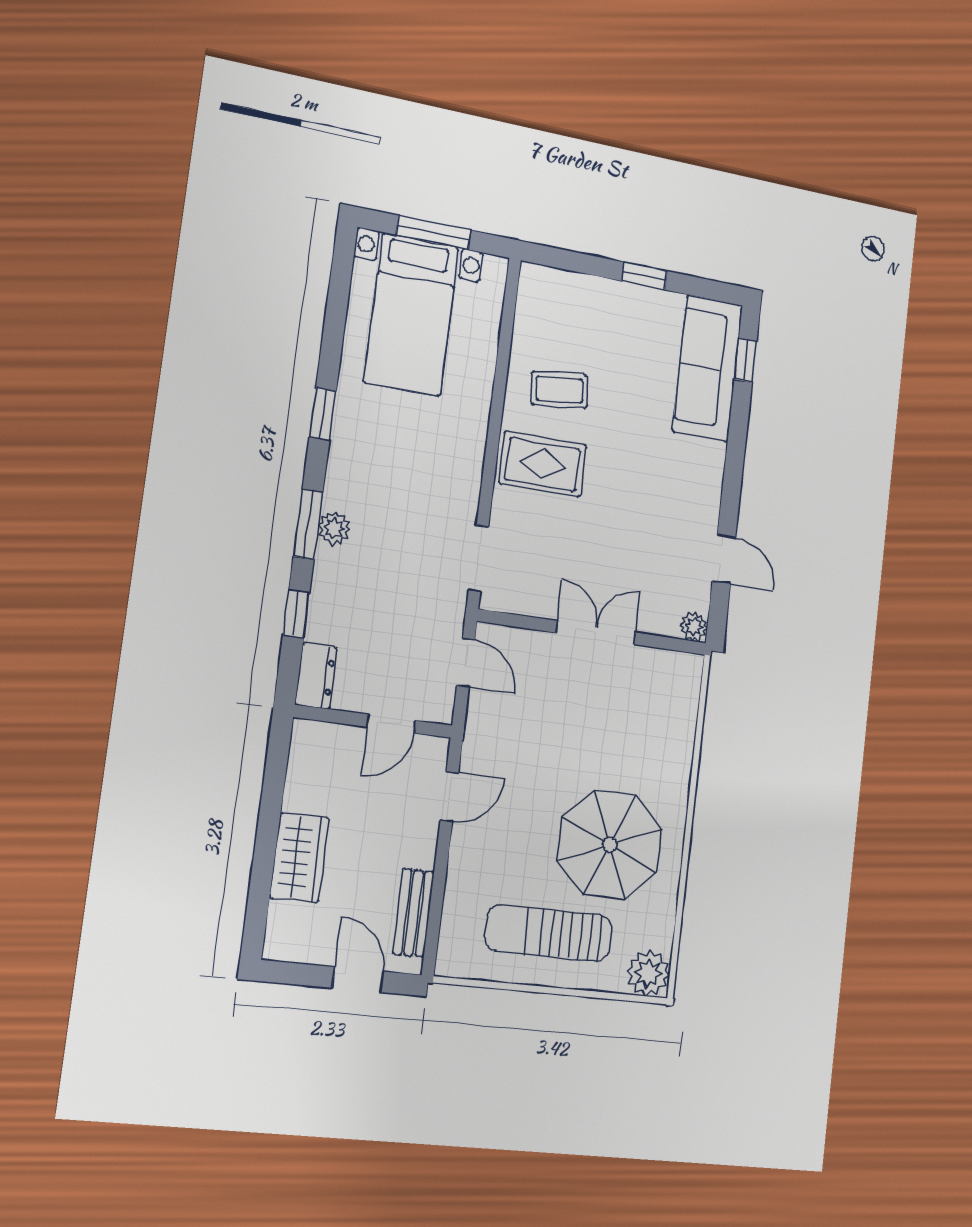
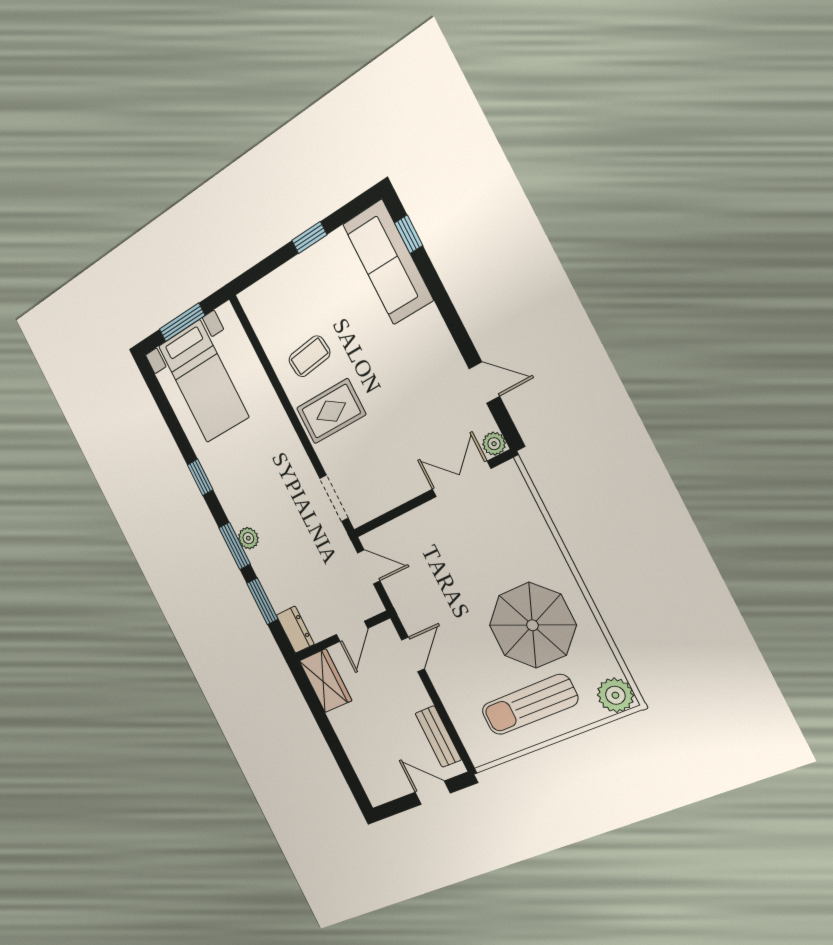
window: (296, 614) -> (262, 601), width x1.50
double door: (596, 633) -> (461, 479), moved
wardrobe: (299, 858) -> (325, 681), moved

